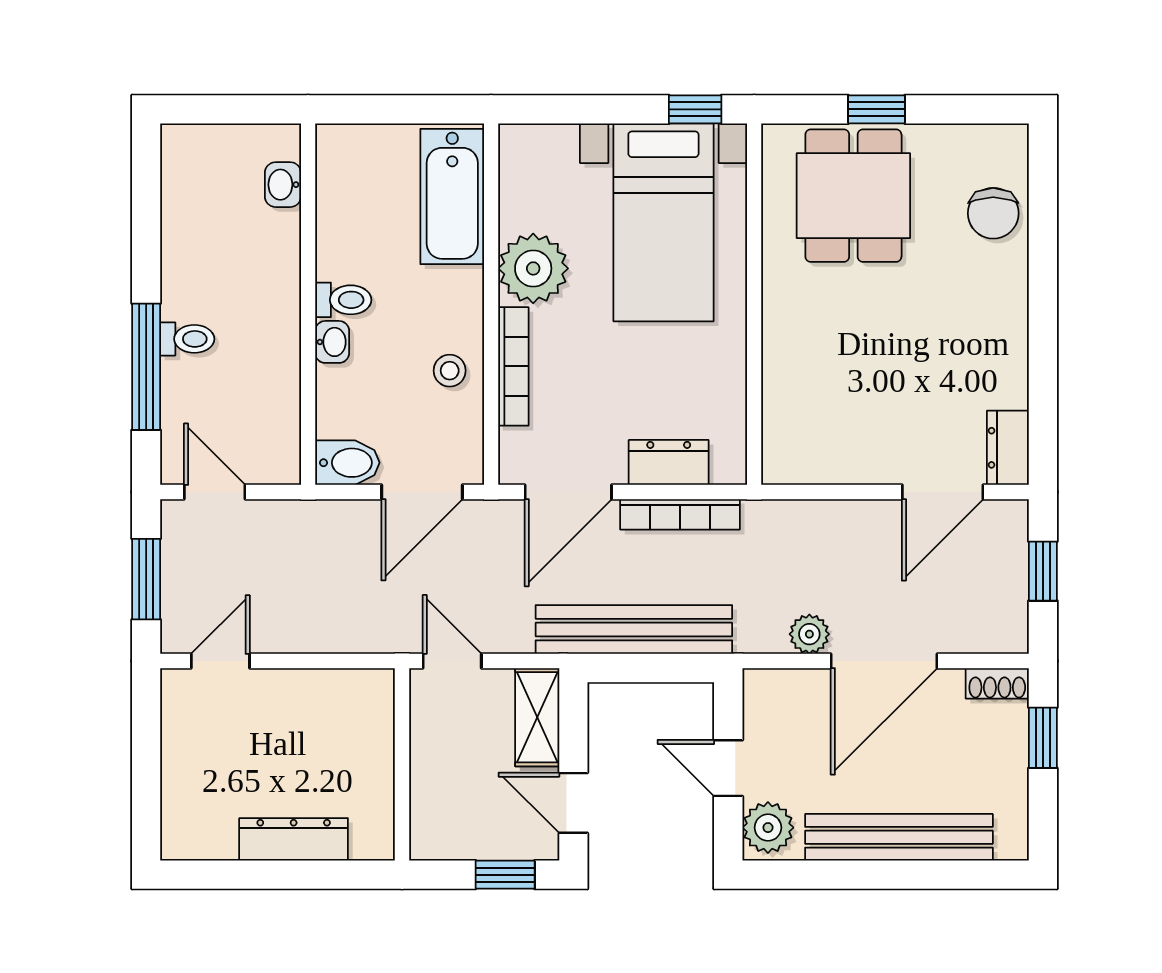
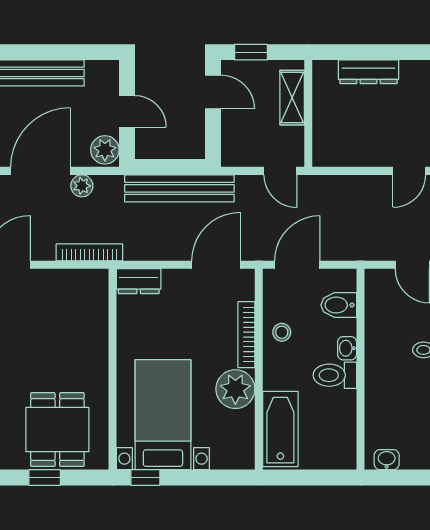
washbasin: (283, 185) -> (387, 460), moved, turned -90
toilet: (343, 300) -> (335, 375), width x1.37, depth x1.39
dresser: (669, 462) -> (139, 281), moved
bidet: (347, 463) -> (339, 305), moved
bookcase: (680, 514) -> (89, 252), moved
shelving: (537, 717) -> (292, 98), moved
plant: (768, 828) -> (105, 150), moved

